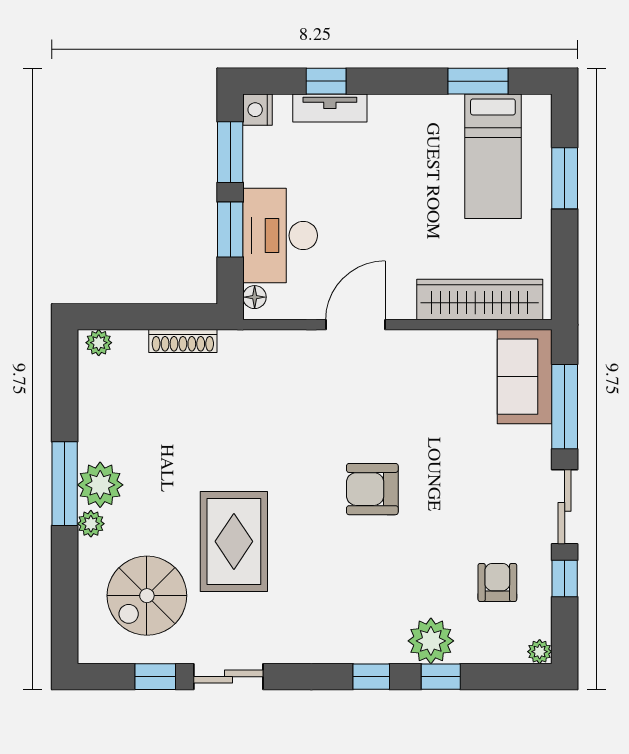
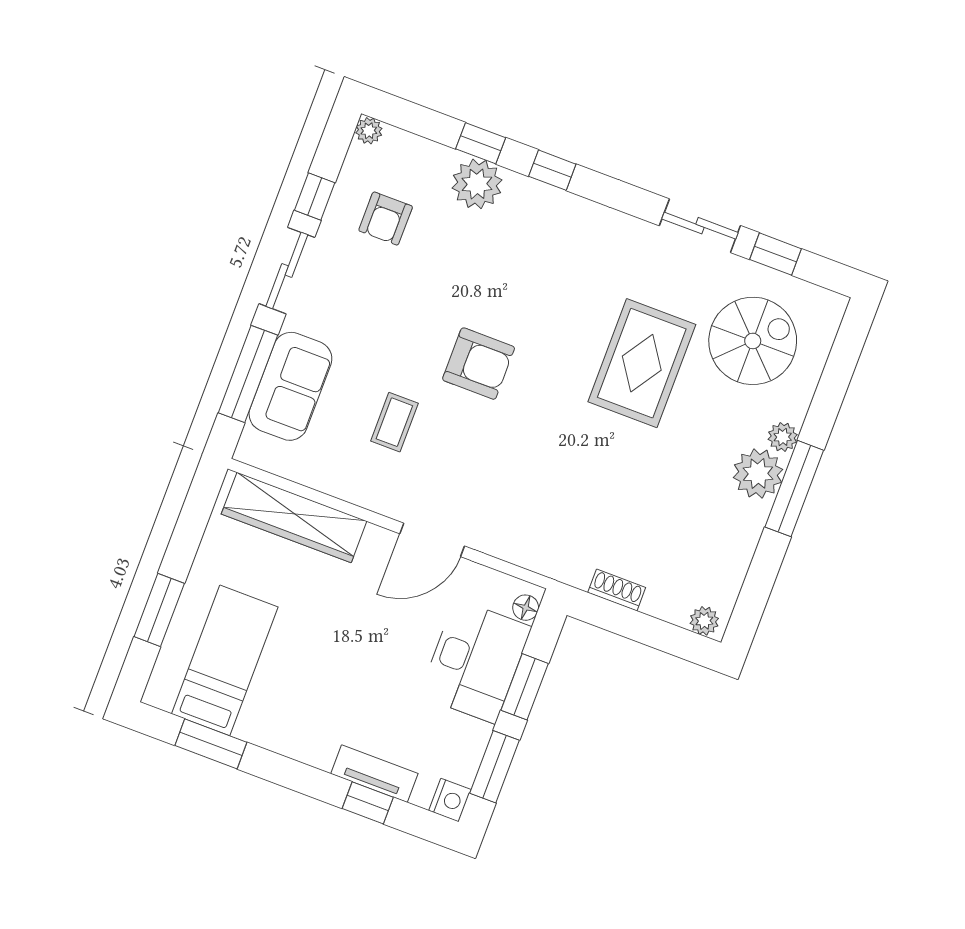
shoe rack: (183, 341) -> (617, 590), width x0.70
sofa: (525, 377) -> (290, 386), moved
coffee table: (425, 412) -> (394, 422), added

